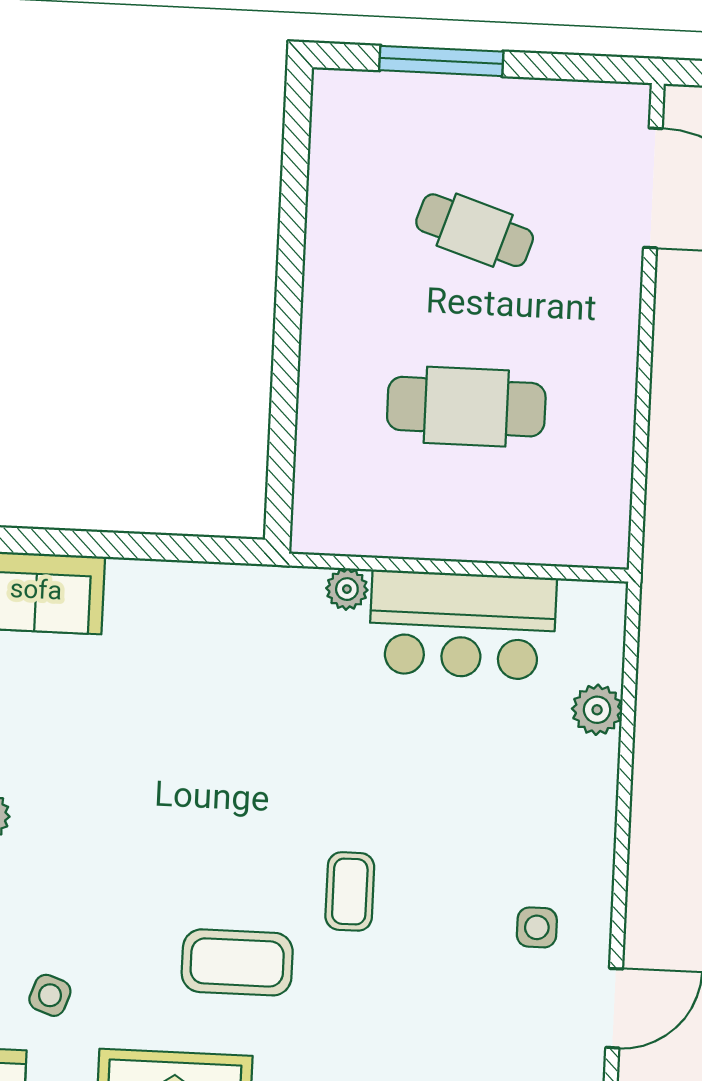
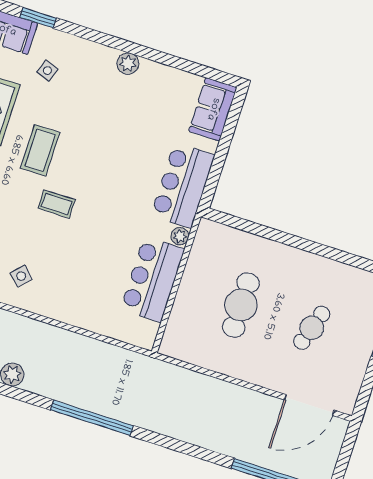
bar counter: (229, 614) -> (183, 185), added
plant: (597, 710) -> (103, 325), removed
side table: (537, 927) -> (21, 276), turned 45

